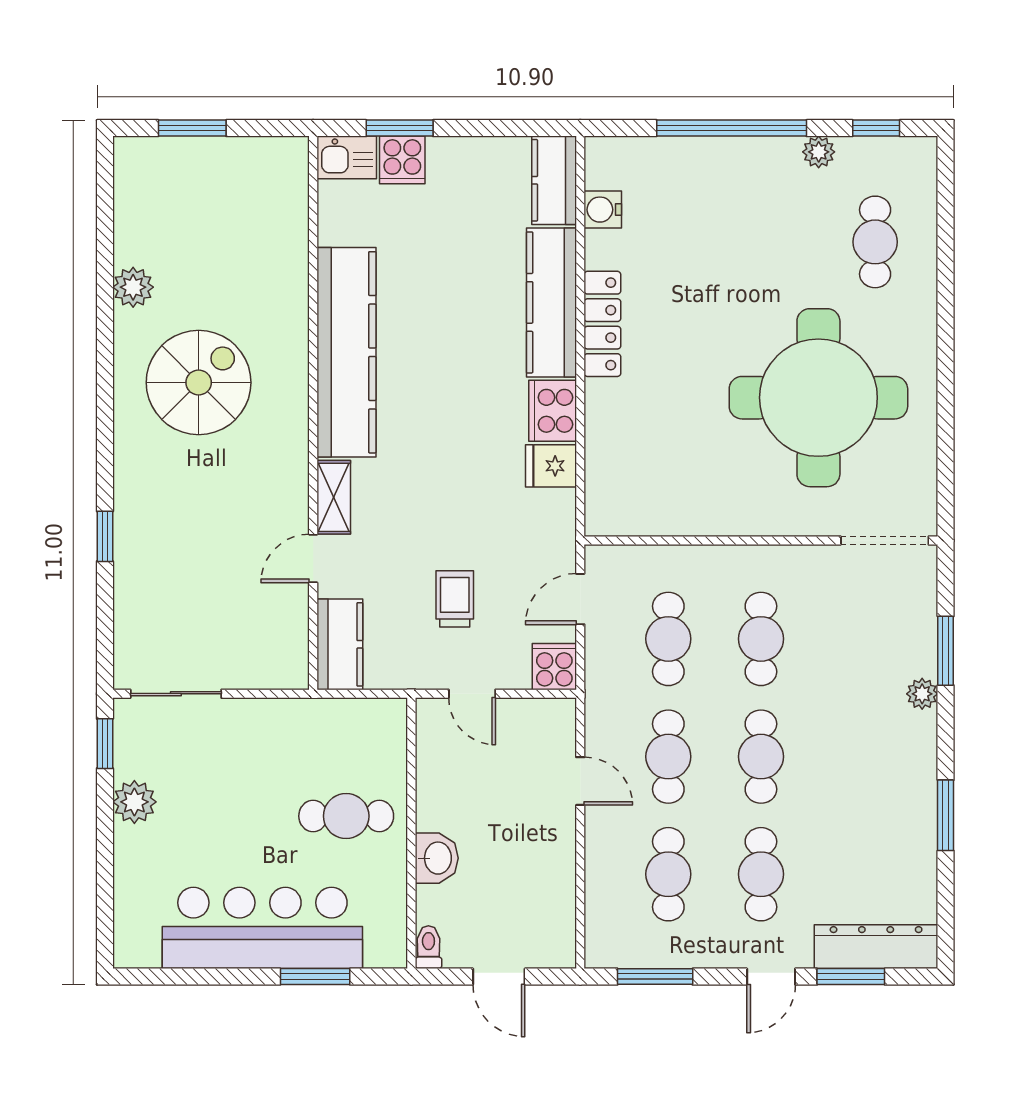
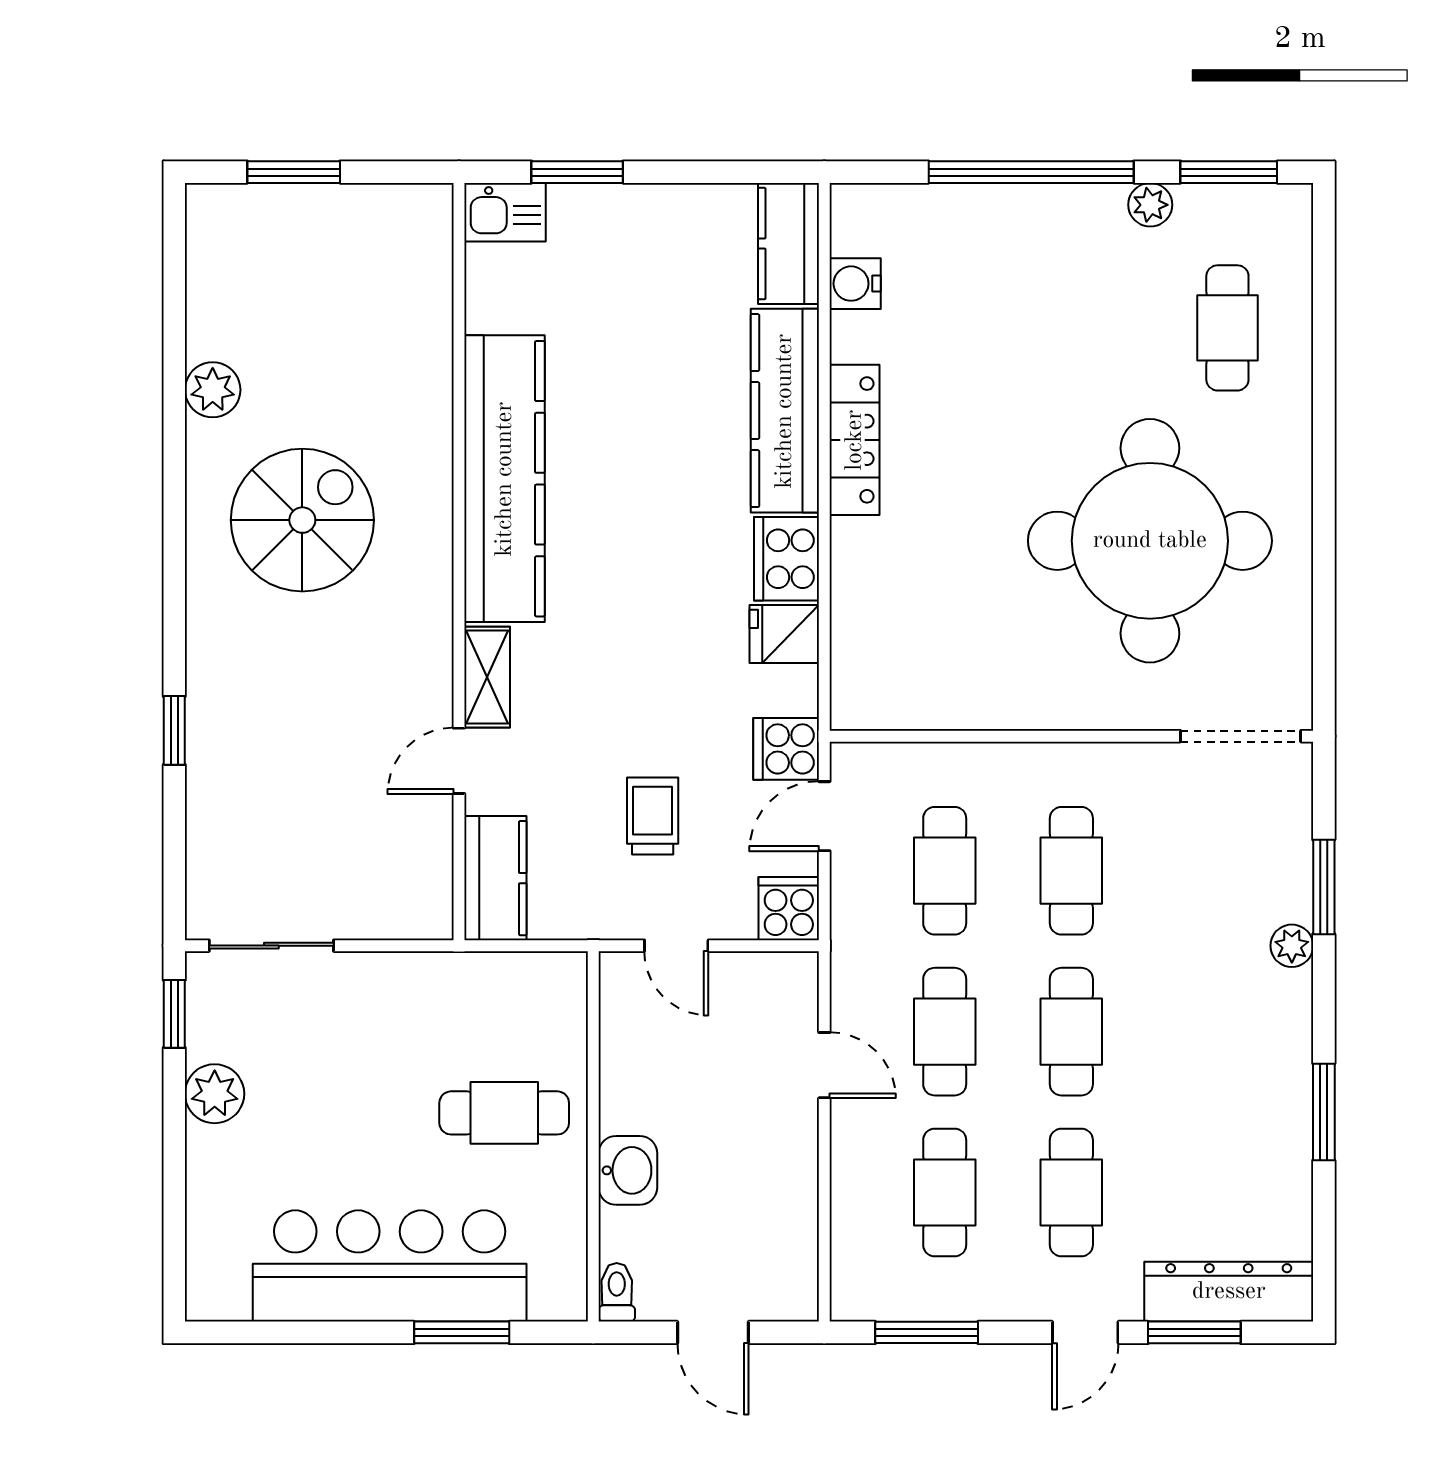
window: (876, 128) -> (1229, 172), width x1.50
cooker: (402, 160) -> (786, 749), moved, turned 90

